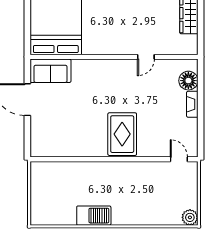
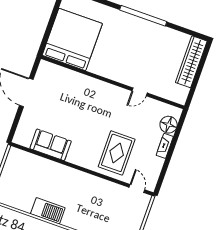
sofa: (51, 71) -> (51, 145), moved, turned 180
rug: (122, 134) -> (117, 153), moved

